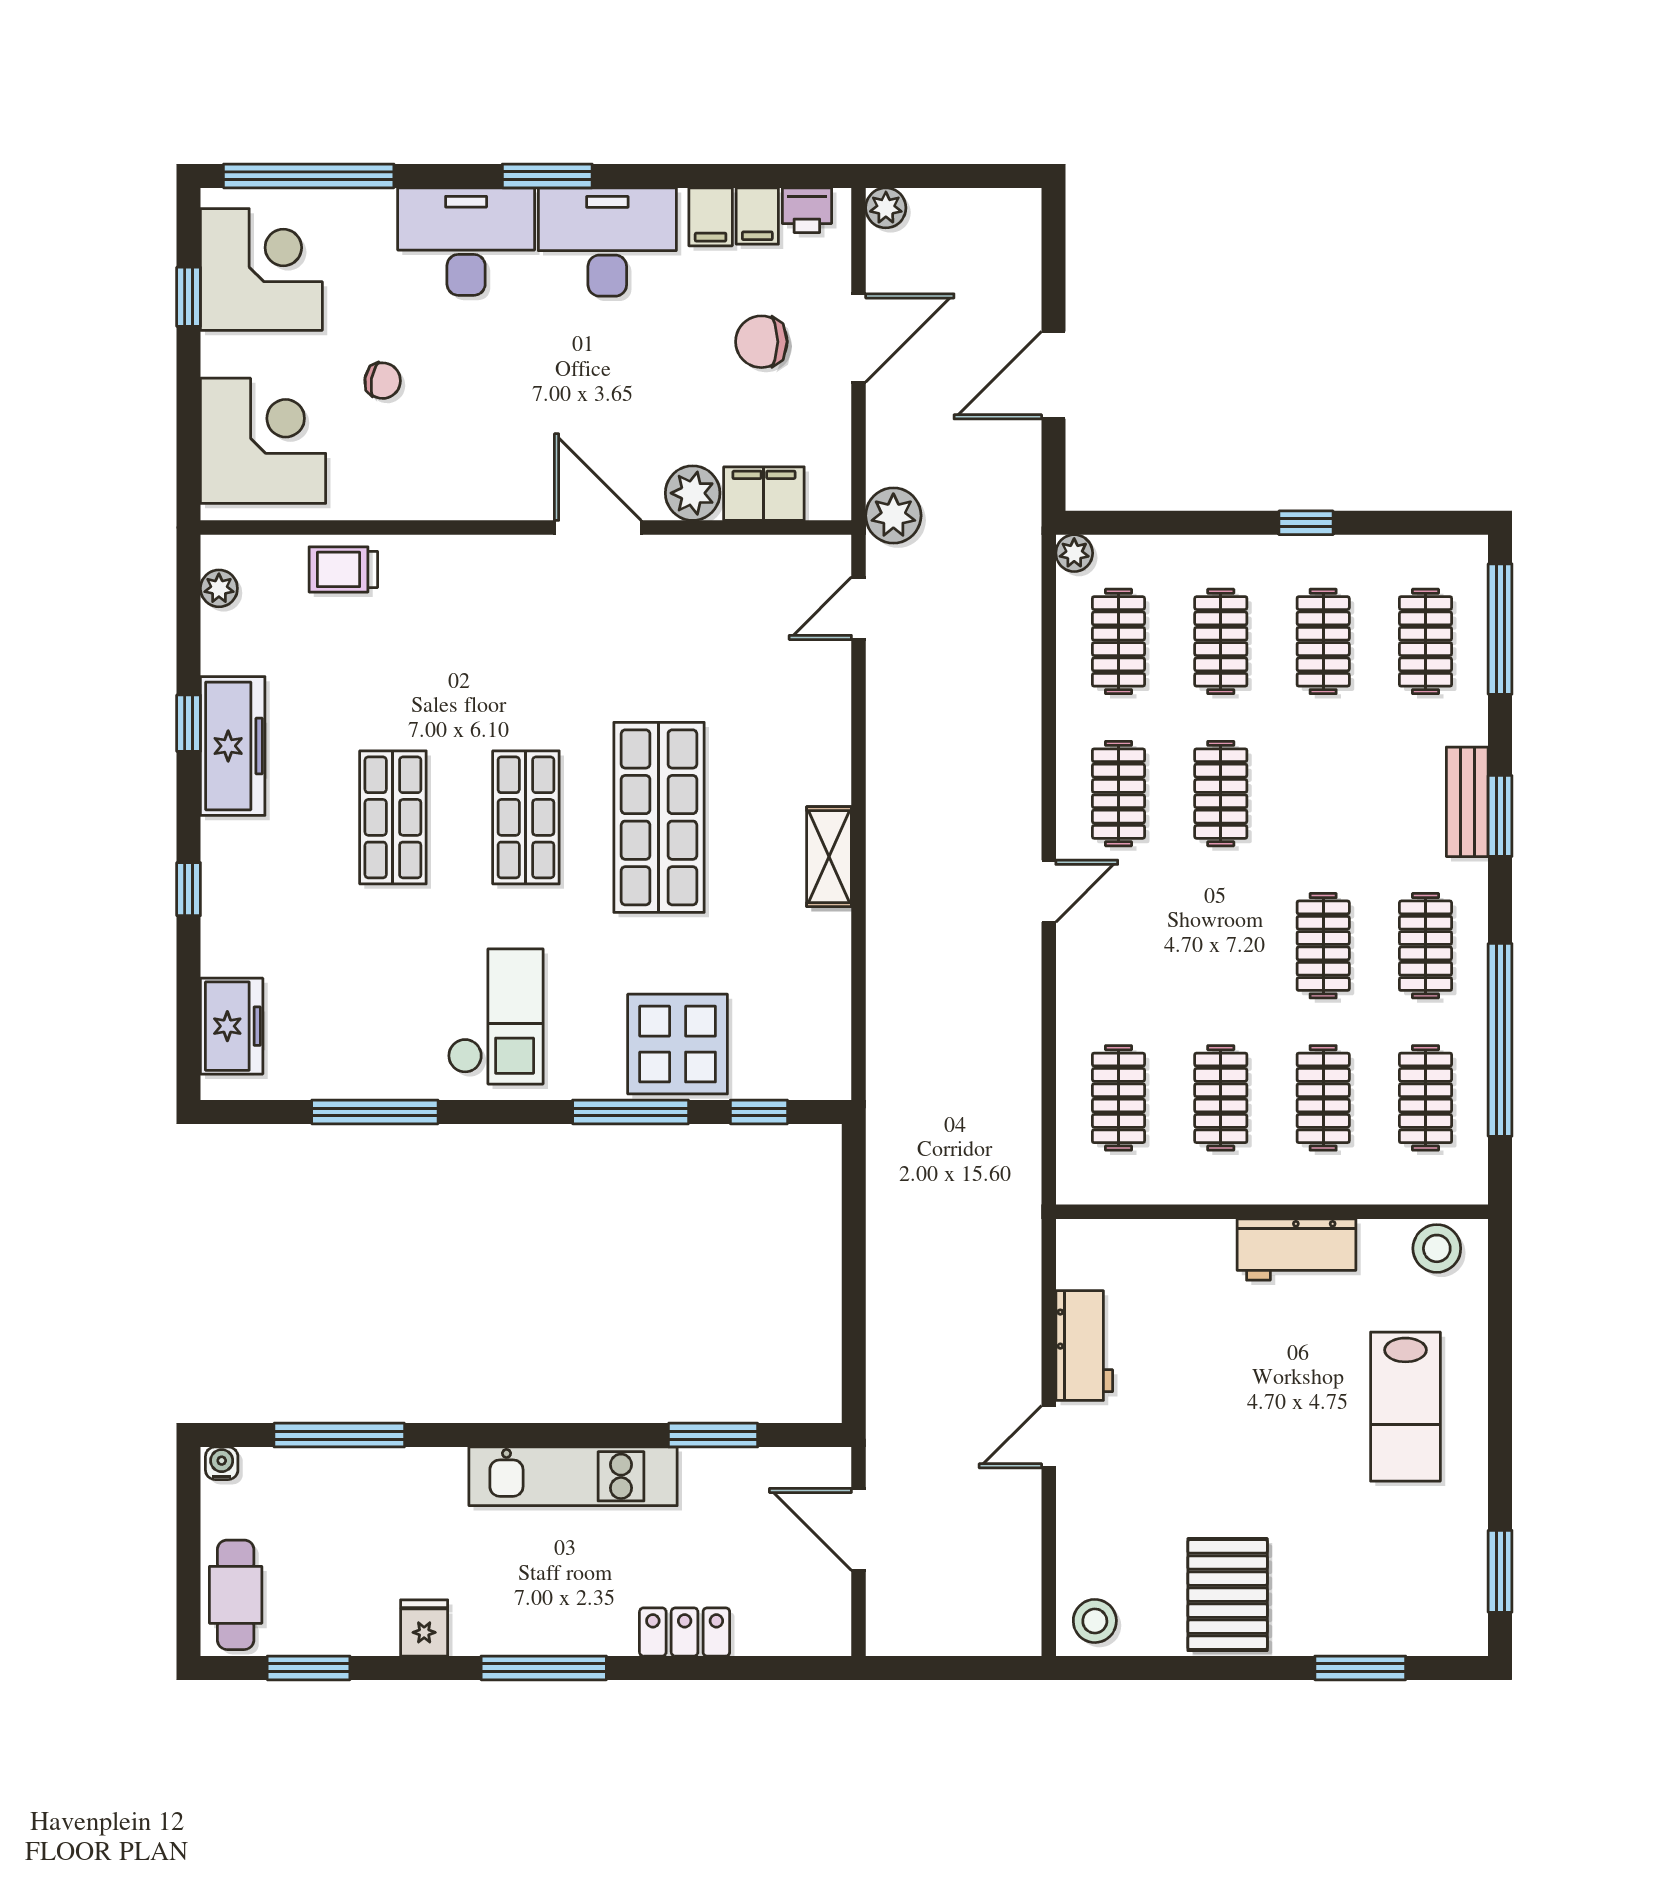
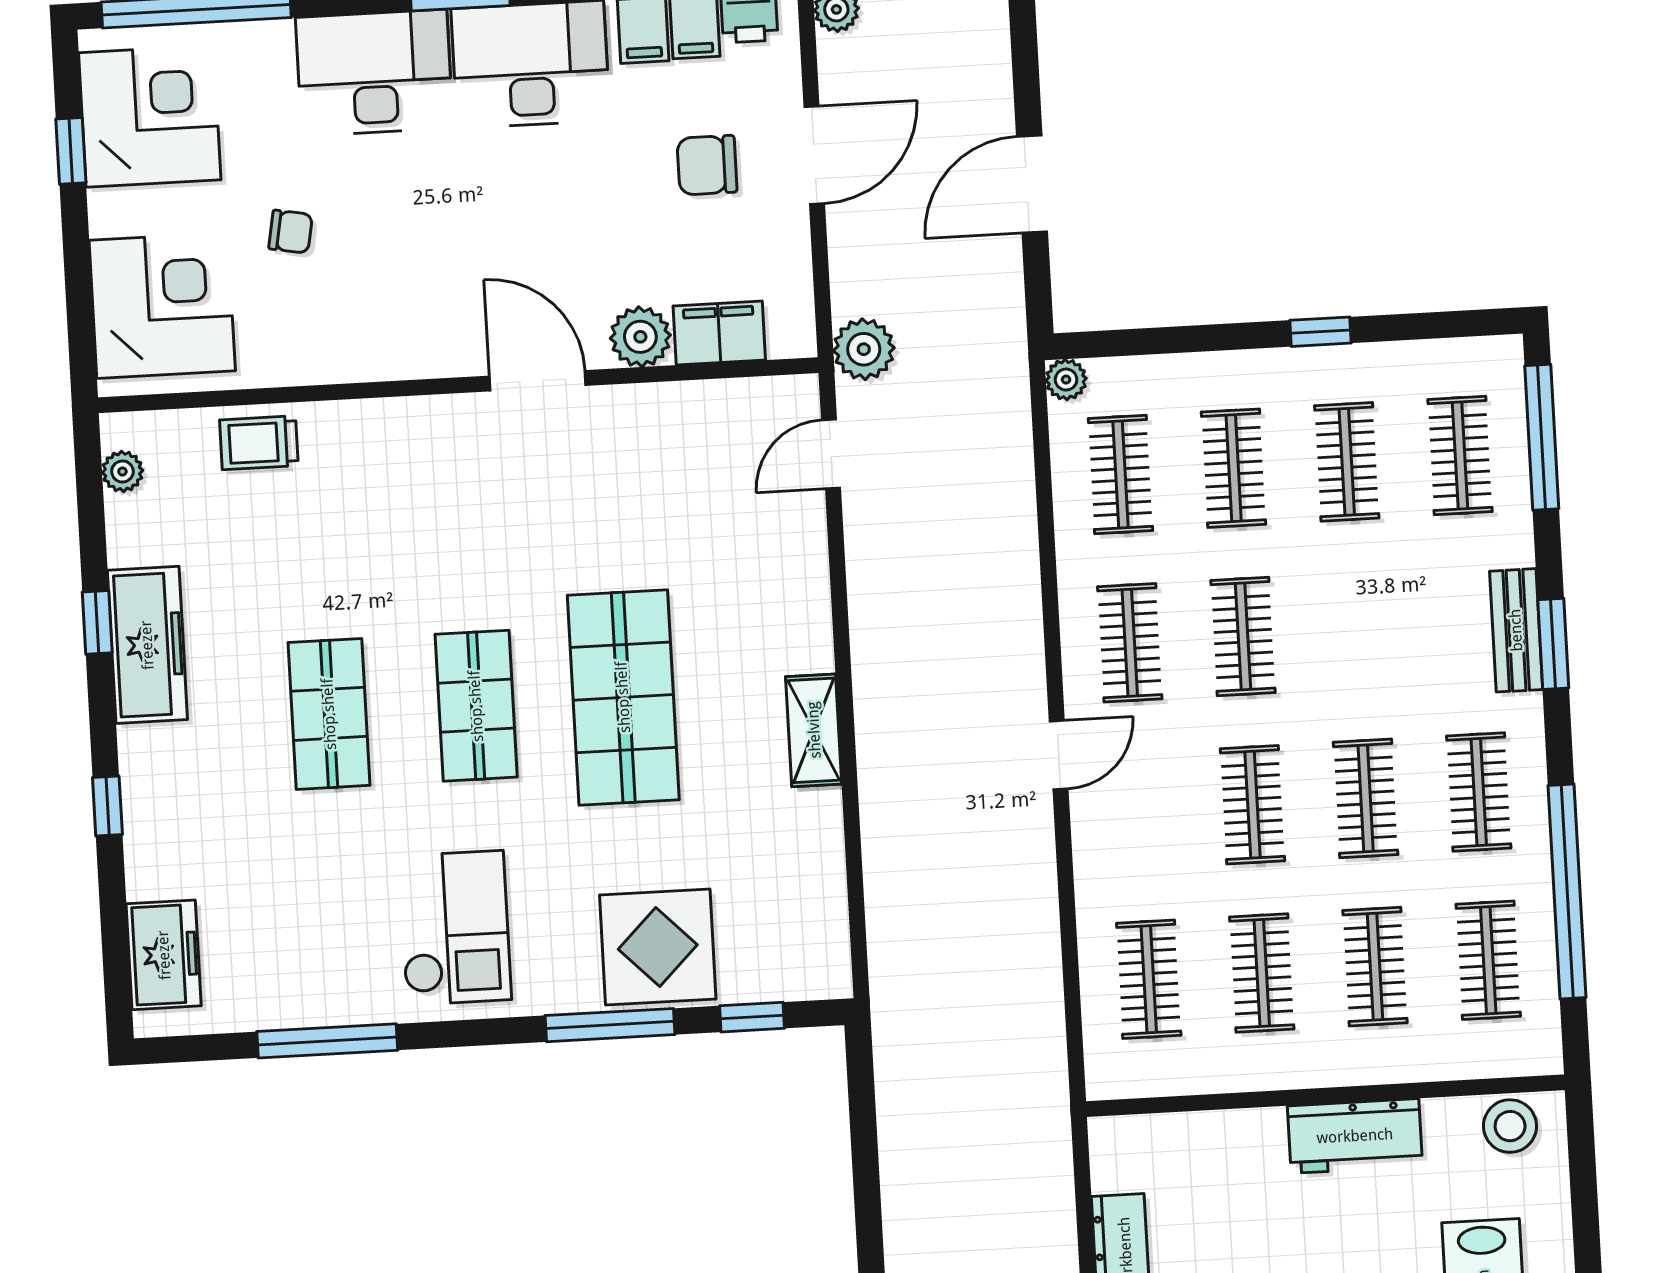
clothes rail: (1221, 946) -> (1252, 805), added

